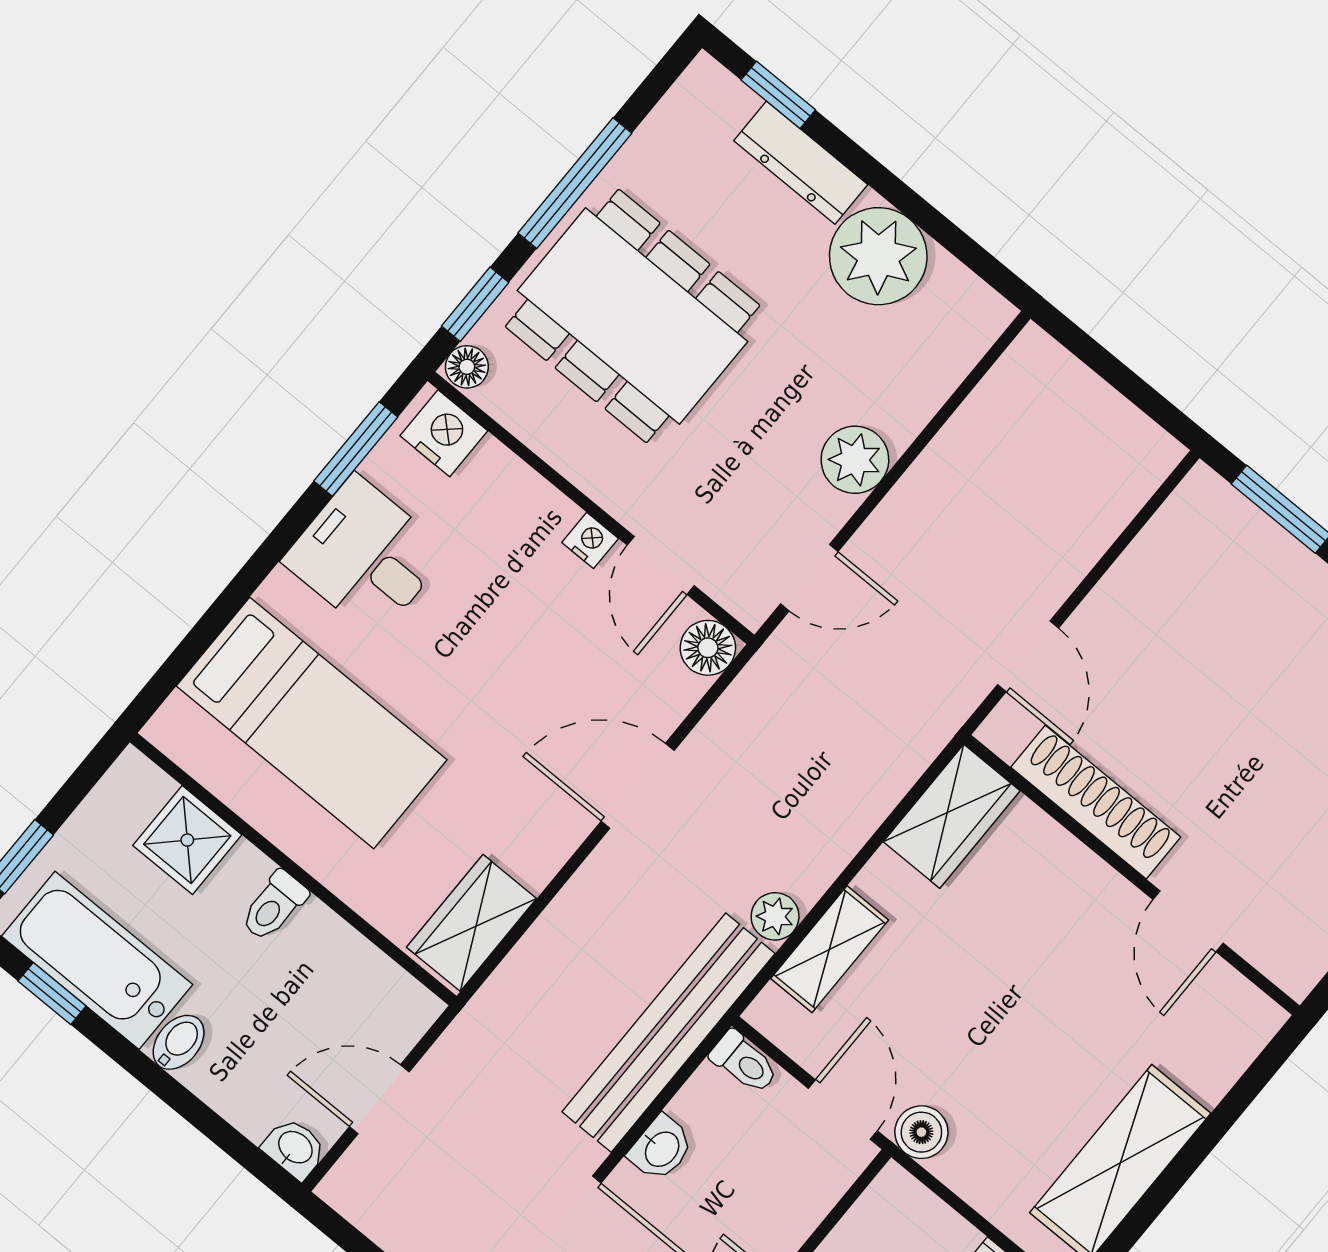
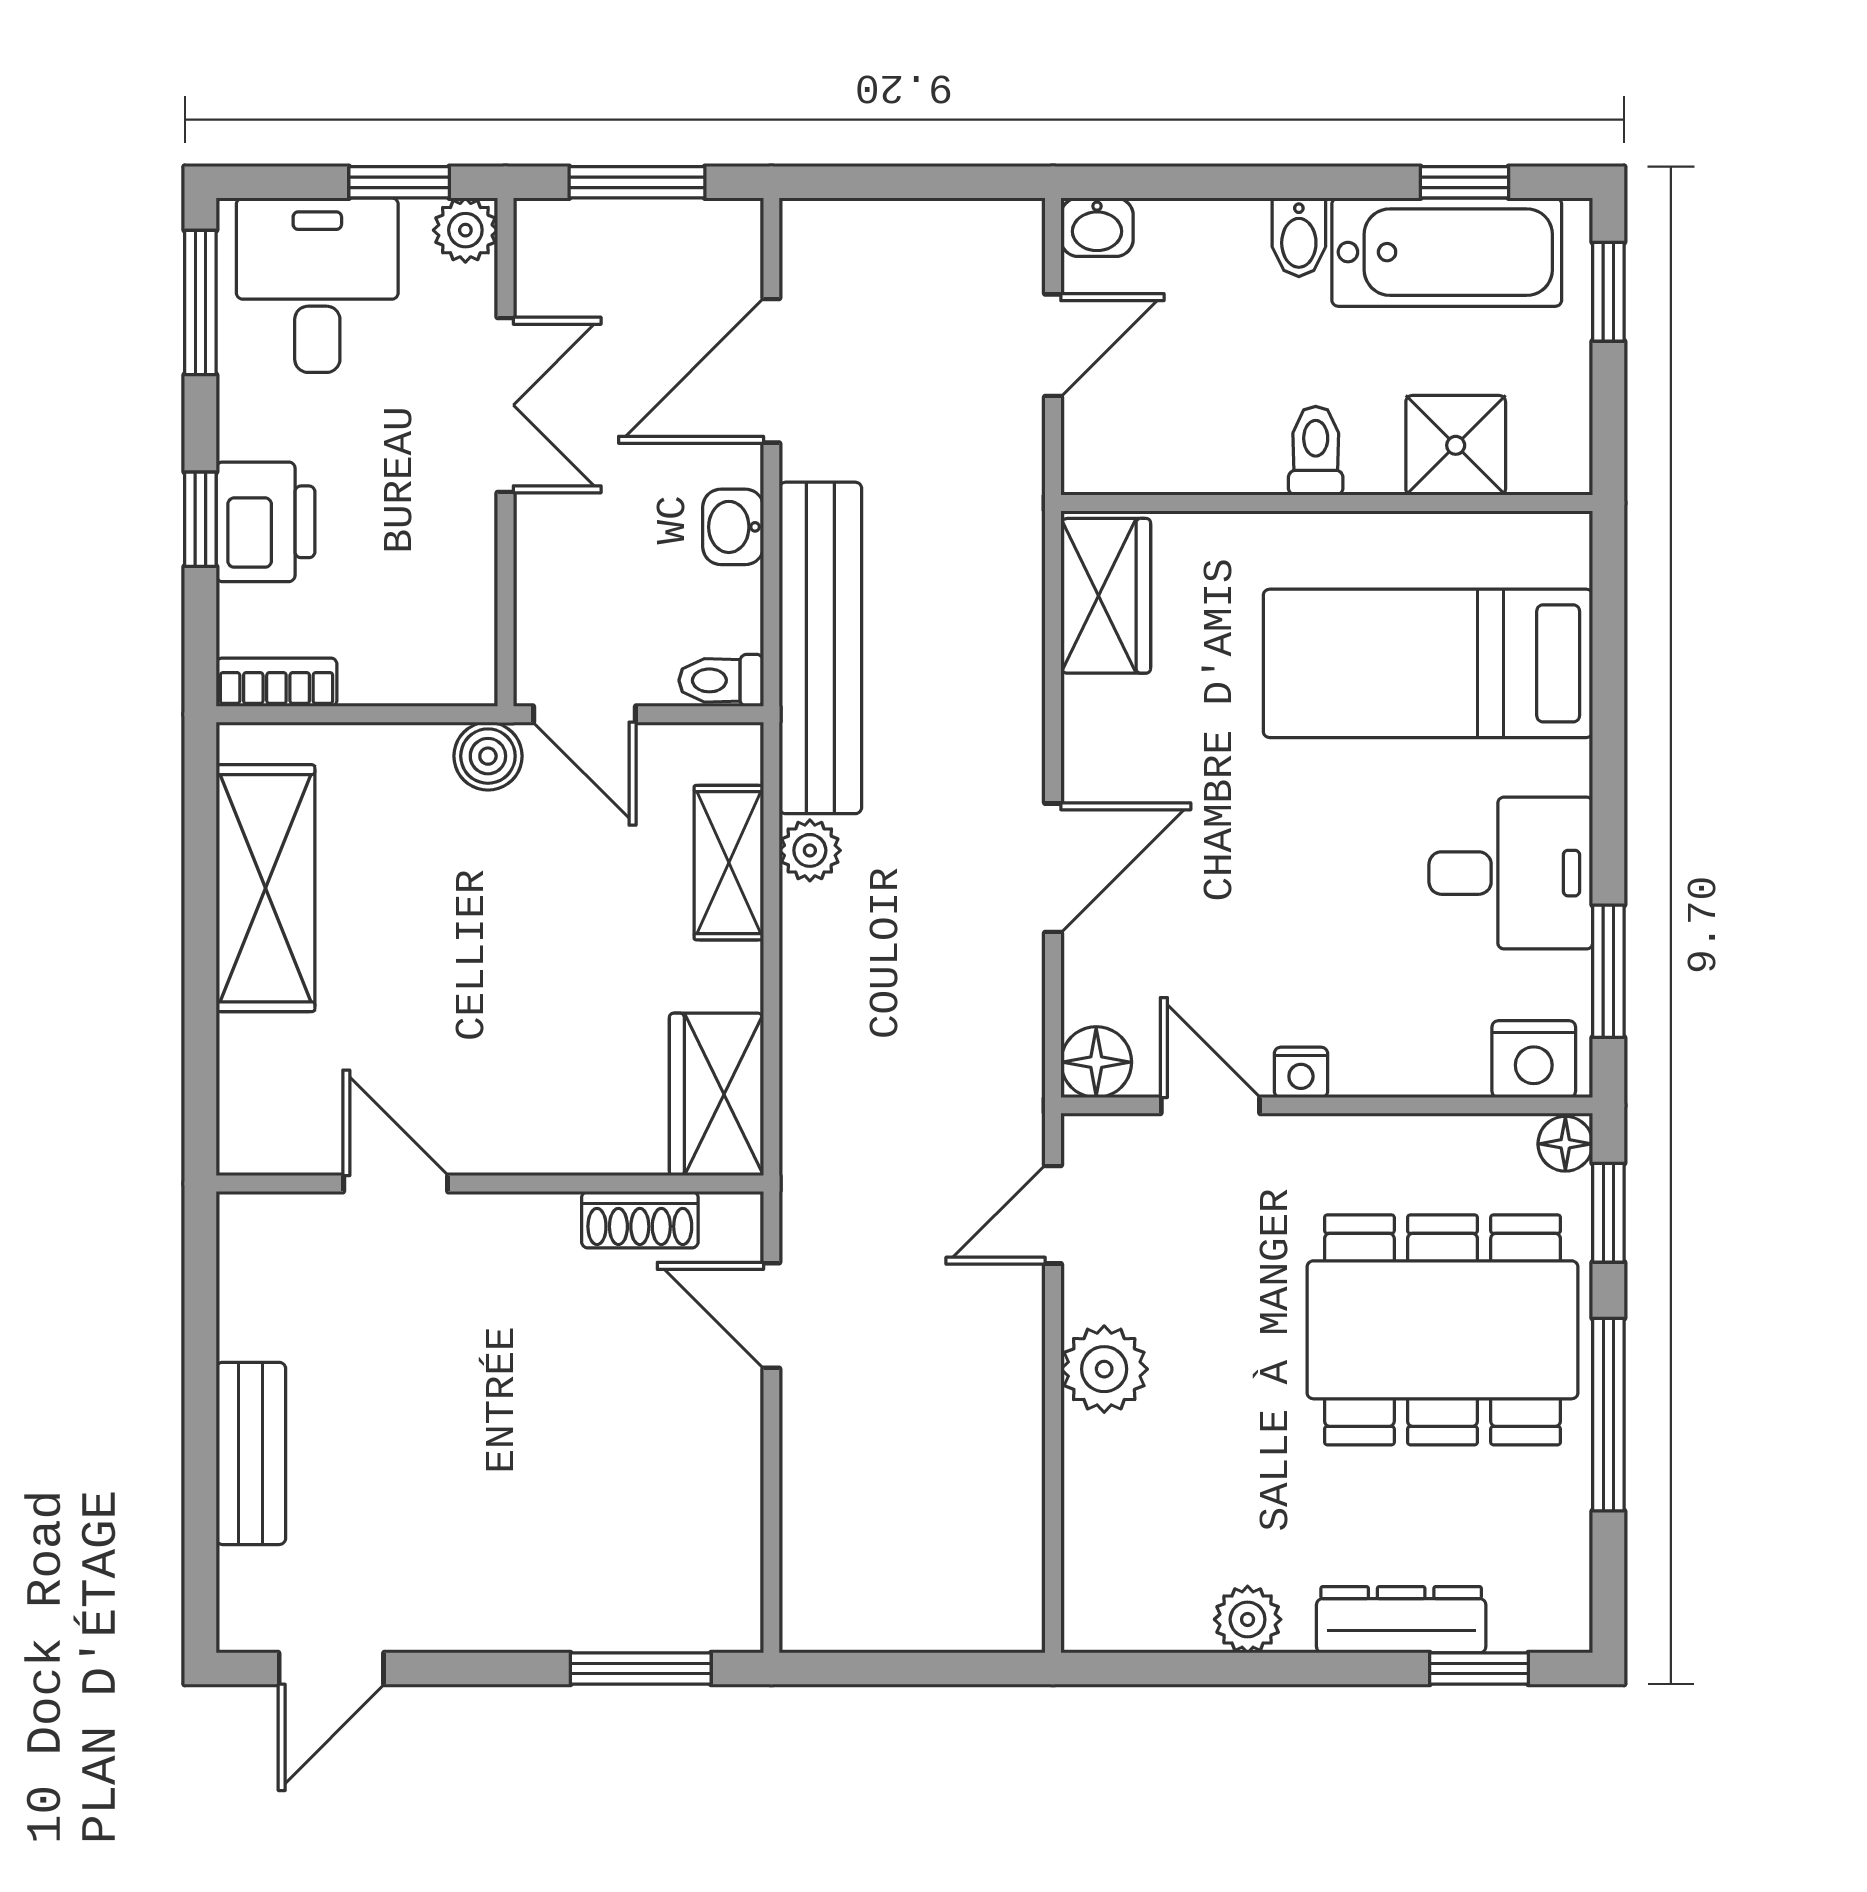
plant: (878, 256) -> (1248, 1619), width x0.53, depth x0.53
shoe rack: (1096, 802) -> (640, 1220), width x0.51, depth x0.81

